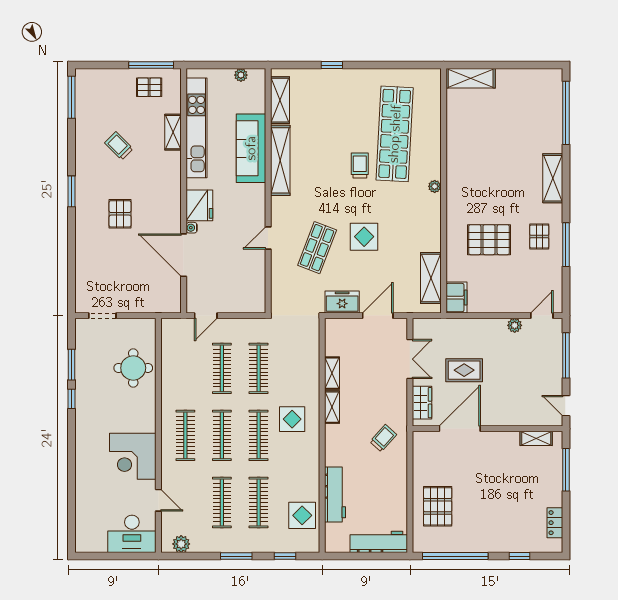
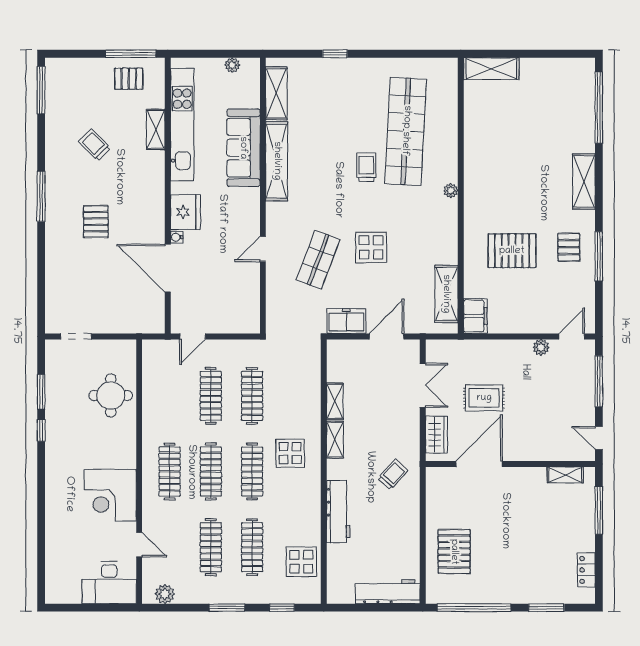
window: (71, 191) -> (41, 196), width x1.44
workbench: (335, 495) -> (338, 512), moved
window: (519, 556) -> (546, 608), width x1.50

